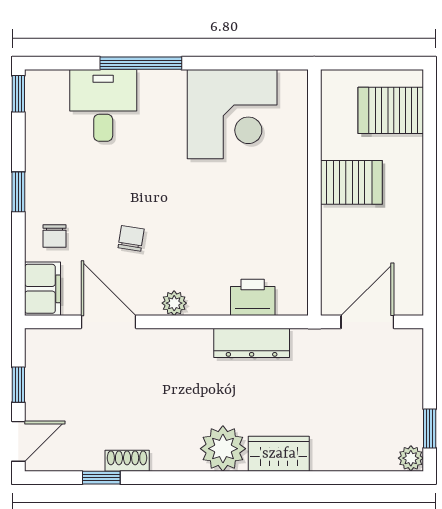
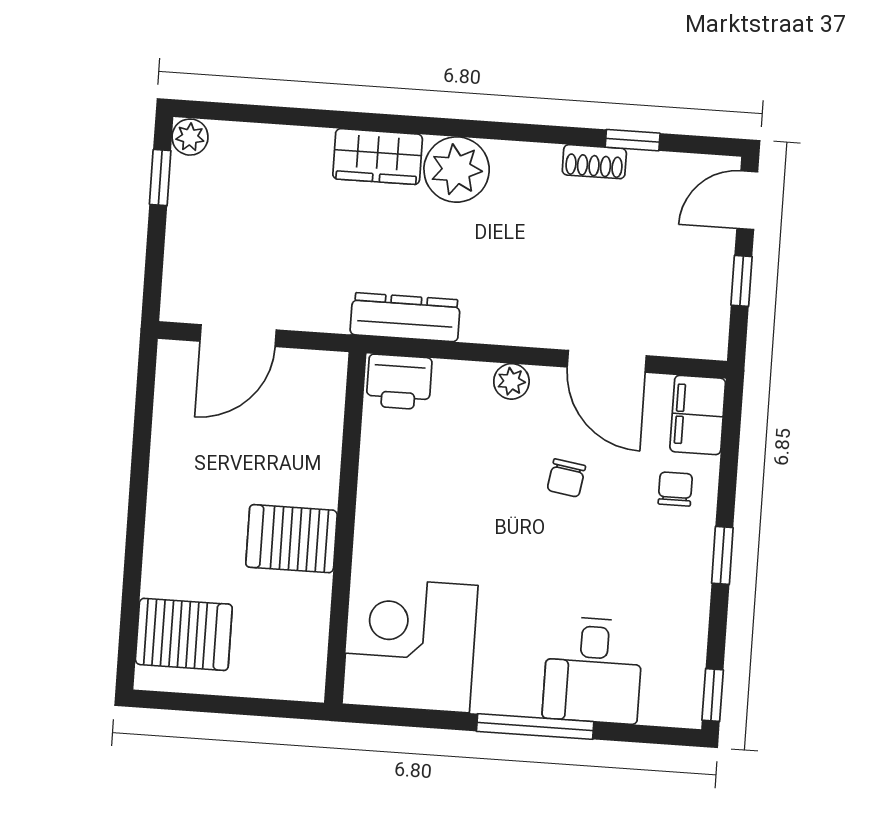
server rack: (351, 182) -> (292, 539), moved
wall: (314, 192) -> (345, 528), moved

